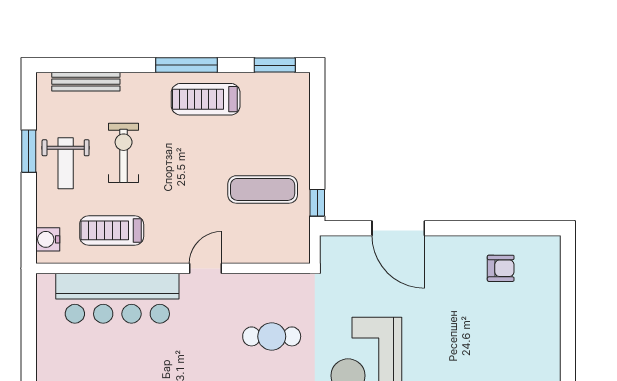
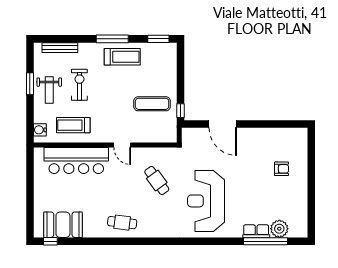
treadmill: (206, 99) -> (122, 57), turned 180
door: (206, 268) -> (122, 145), swing flipped
armchair: (501, 268) -> (282, 169), moved
cafe table: (272, 336) -> (157, 180), turned 54

